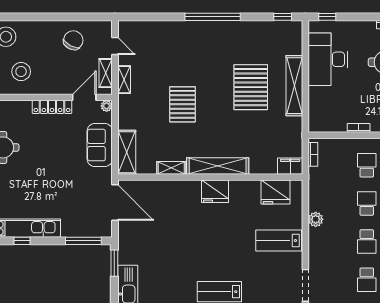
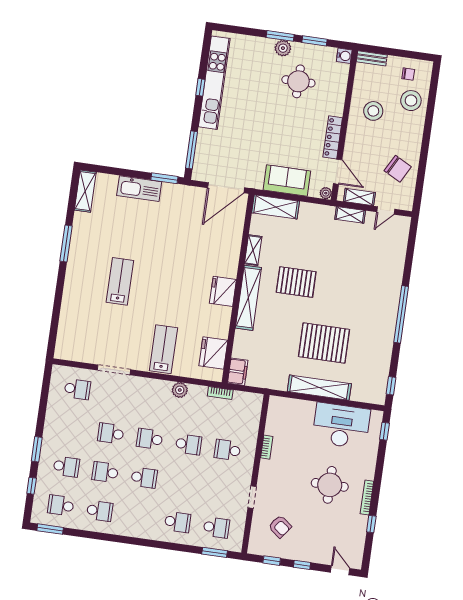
pallet: (182, 104) -> (296, 282), moved
bookcase: (313, 154) -> (220, 393), moved
school desk: (367, 165) -> (227, 450), turned 180

